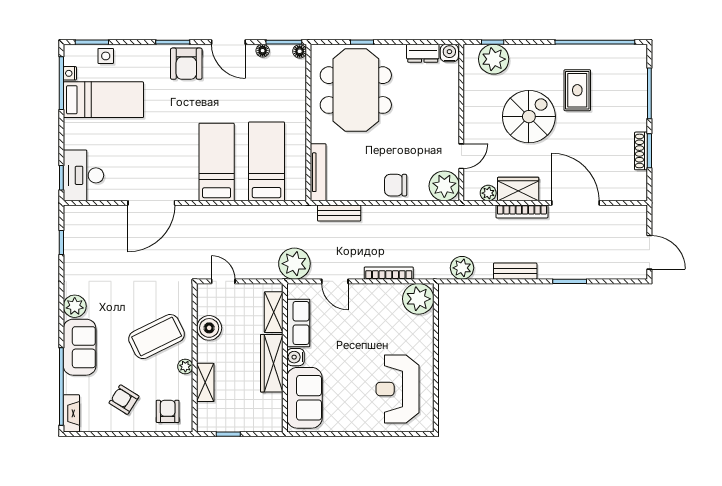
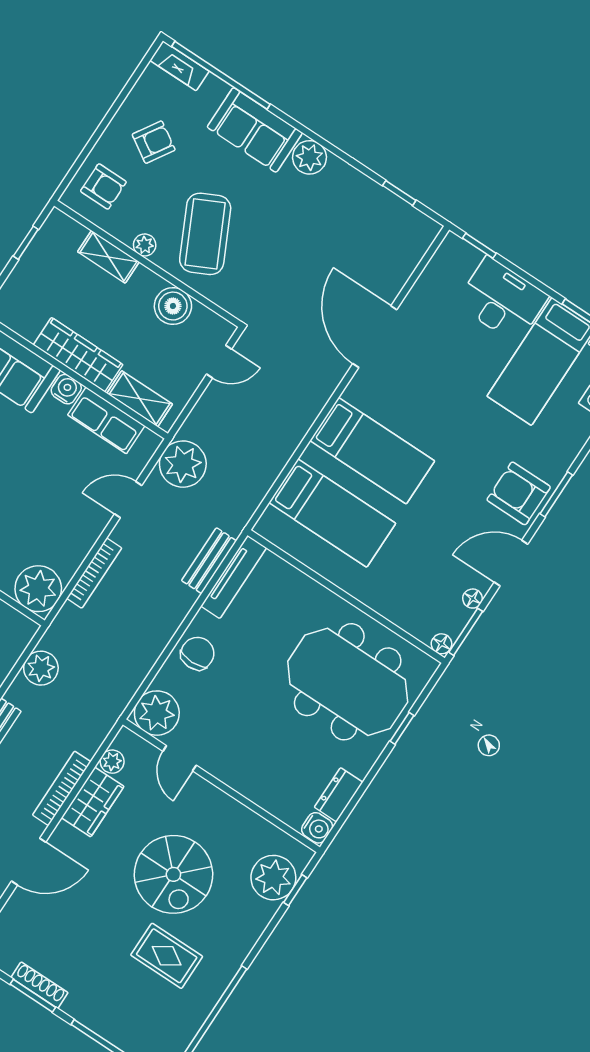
tv unit: (318, 172) -> (234, 577), moved, turned -90
desk: (83, 175) -> (502, 300), moved
door: (575, 203) -> (29, 862), width x0.73

